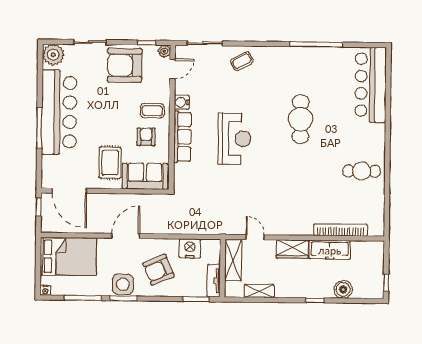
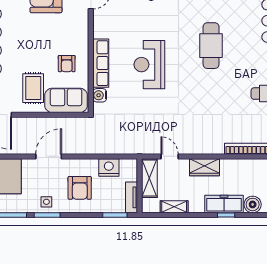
water cooler: (182, 102) -> (100, 95), moved
coffee table: (152, 111) -> (72, 39), removed
armchair: (146, 137) -> (67, 64), turned 180
reception desk: (234, 139) -> (149, 65), turned 180
freezer: (330, 250) -> (224, 204), moved, turned 180
armchair: (159, 270) -> (80, 188), turned -67
side table: (123, 284) -> (46, 202), width x0.54, depth x0.54

